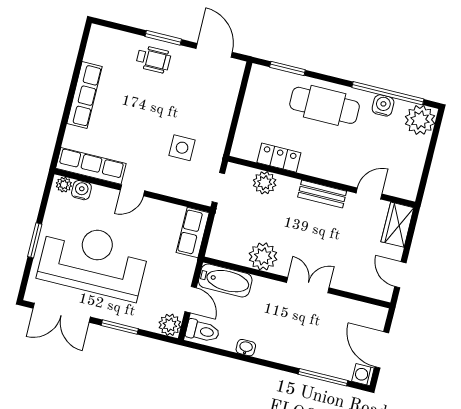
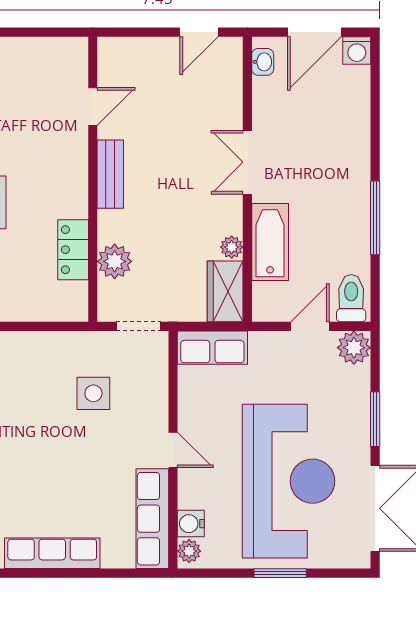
door: (369, 193) -> (93, 106), swing flipped
wardrobe: (397, 225) -> (225, 291), moved, turned 90
plant: (263, 256) -> (232, 247), width x0.53, depth x0.53
reception desk: (93, 261) -> (289, 481), turned 180
bathtub: (225, 280) -> (270, 242), moved
washbasin: (246, 348) -> (263, 62), moved, turned 180
window: (323, 377) -> (375, 218), moved

